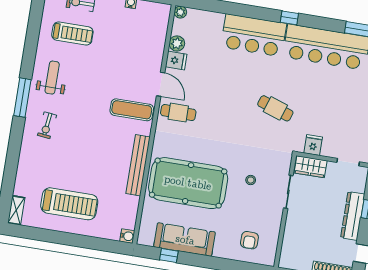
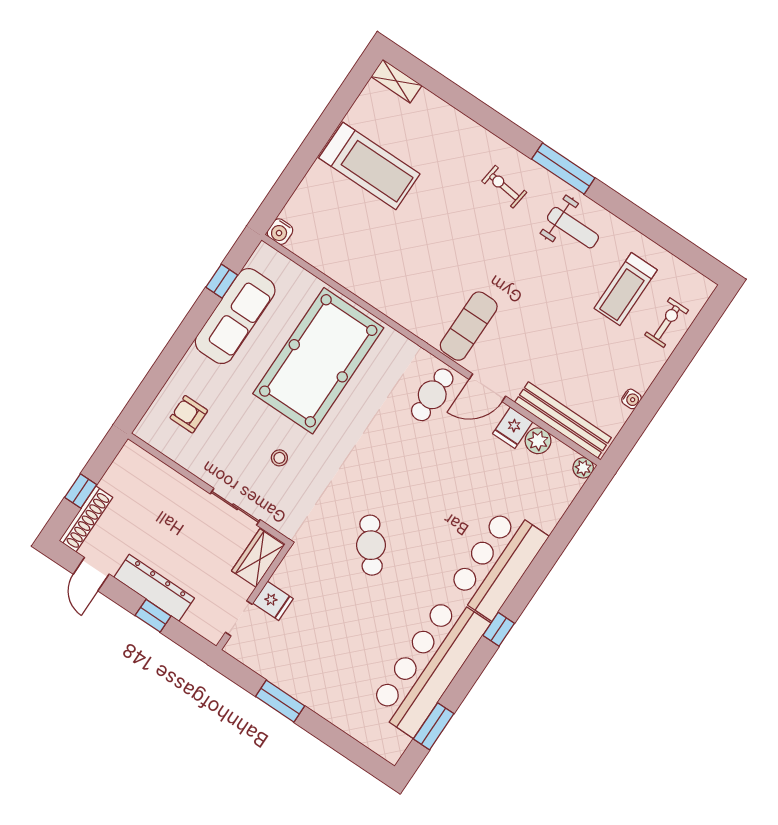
cafe table: (275, 108) -> (371, 545), turned -56
fridge: (313, 145) -> (273, 601), moved
bench: (138, 165) -> (563, 420), moved
treadmill: (69, 204) -> (369, 166), turned -90

